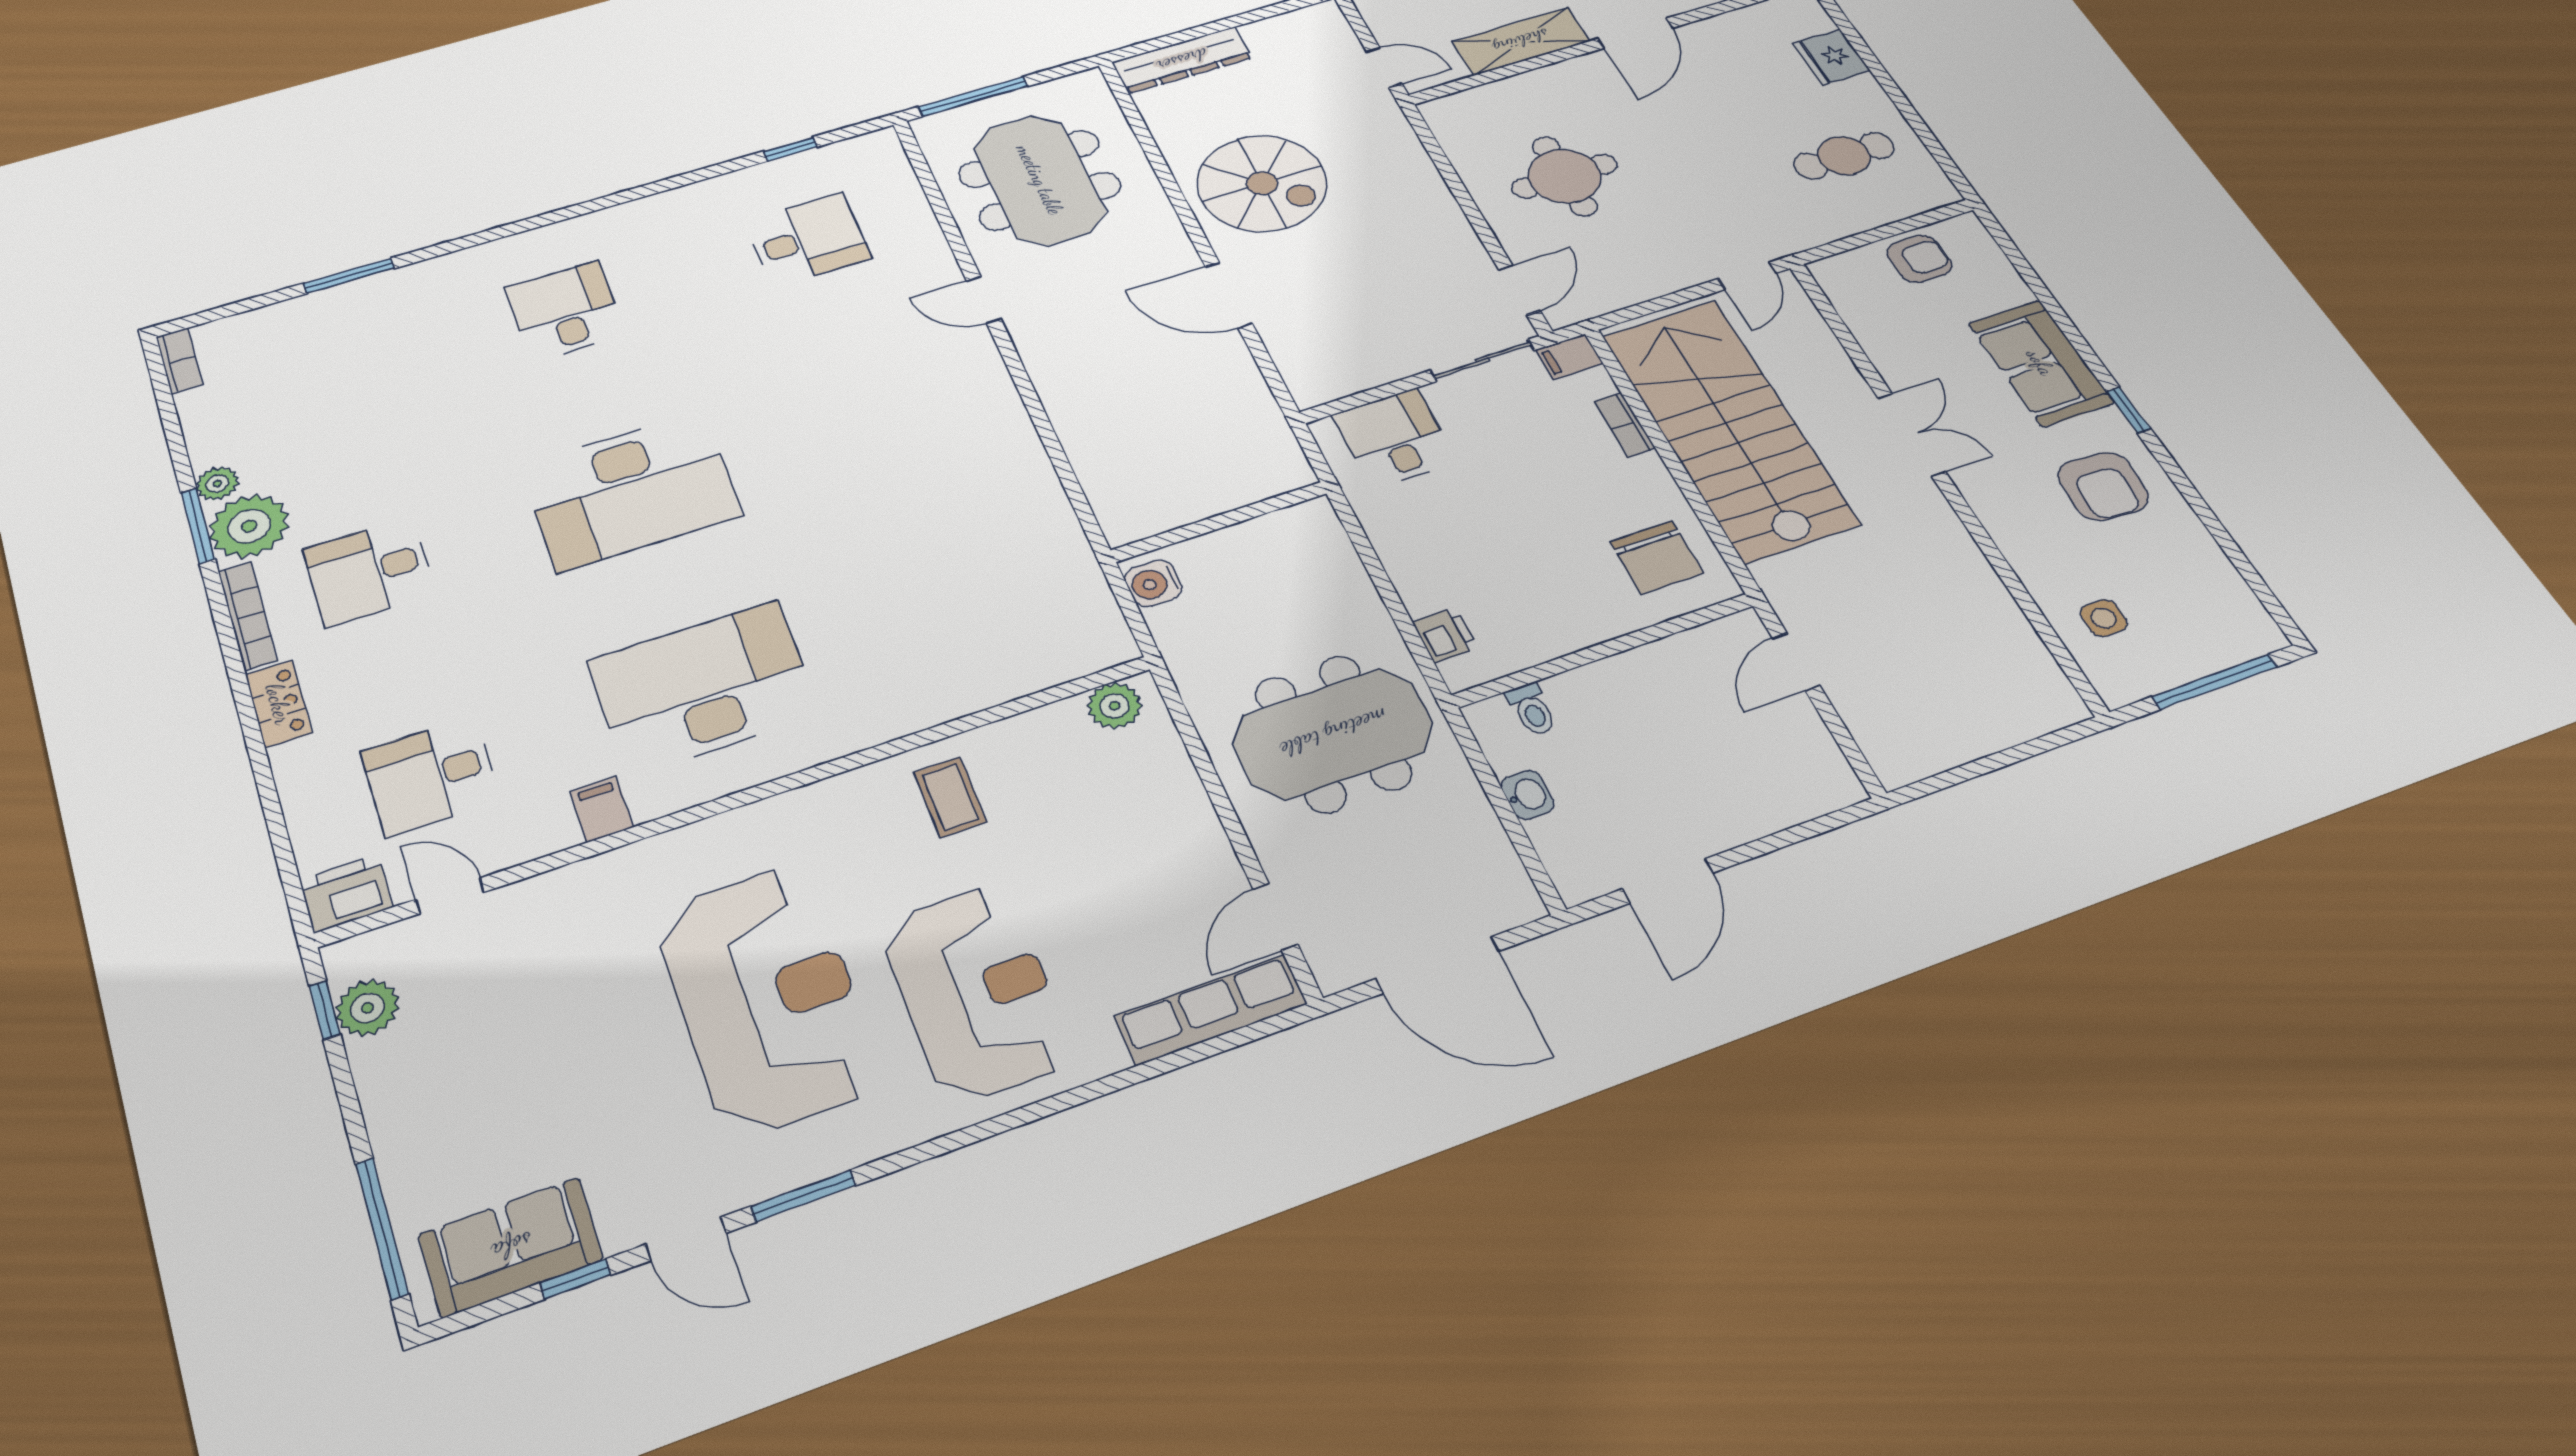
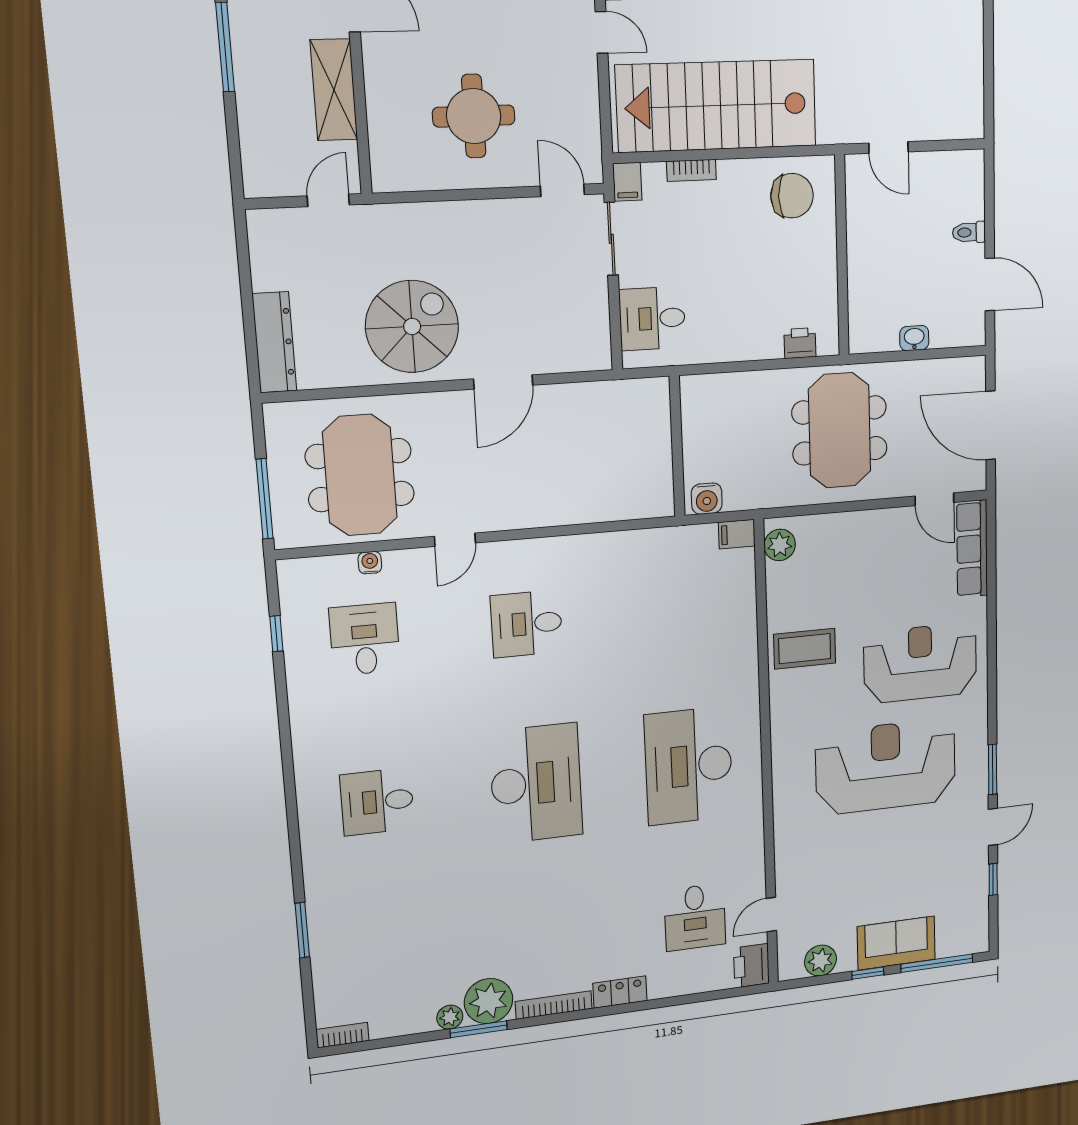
meeting table: (1040, 180) -> (360, 475), turned 90
water cooler: (920, 219) -> (370, 563), added
desk: (369, 572) -> (527, 624), moved, turned 90
toilet: (1532, 709) -> (969, 232), moved, turned 180
coffee table: (950, 797) -> (805, 649), width x1.36, depth x1.30
filing cabinet: (602, 809) -> (737, 534), moved
door: (1437, 965) -> (991, 425), swing flipped
window: (325, 1010) -> (868, 973), moved
sofa: (511, 1247) -> (896, 943), moved, turned 90

